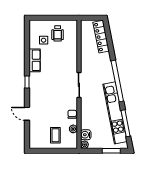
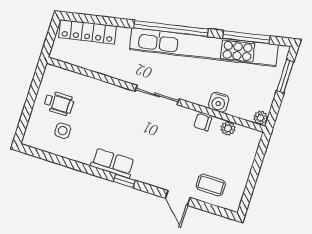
row of seats: (35, 60) -> (113, 163), moved
kitchen unit: (115, 113) -> (204, 47), width x1.36
door: (27, 114) -> (178, 198), hinge flipped
coffee table: (55, 135) -> (211, 185), moved
water cooler: (86, 135) -> (219, 102), moved

